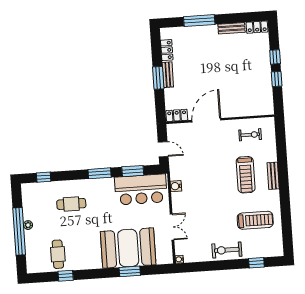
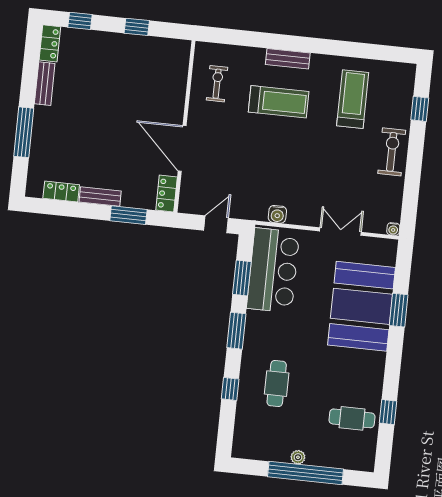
window: (275, 57) -> (80, 21), moved
window: (158, 78) -> (128, 215), moved
window: (44, 177) -> (230, 389), moved
exercise bike: (227, 250) -> (392, 152), turned 180

